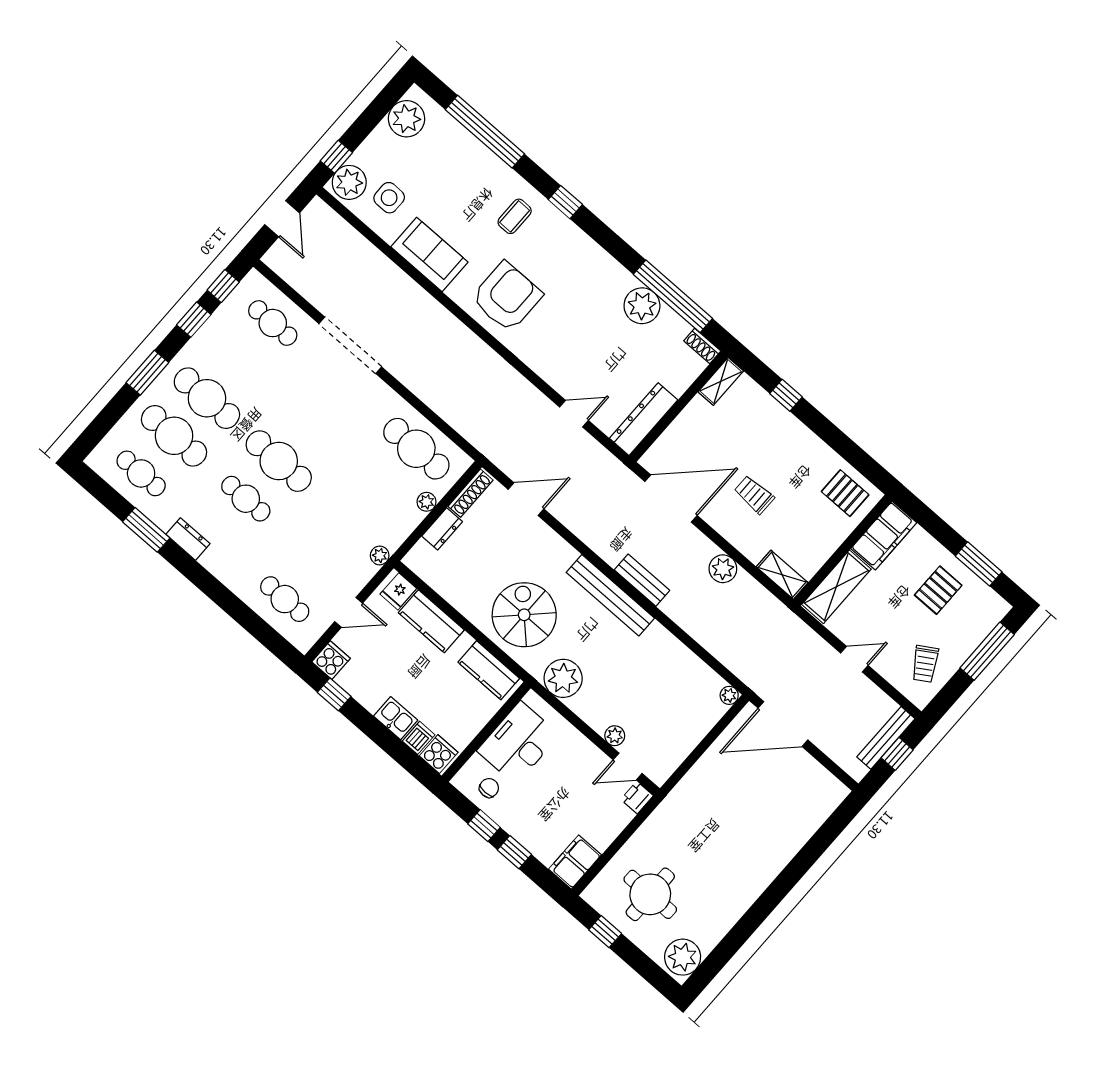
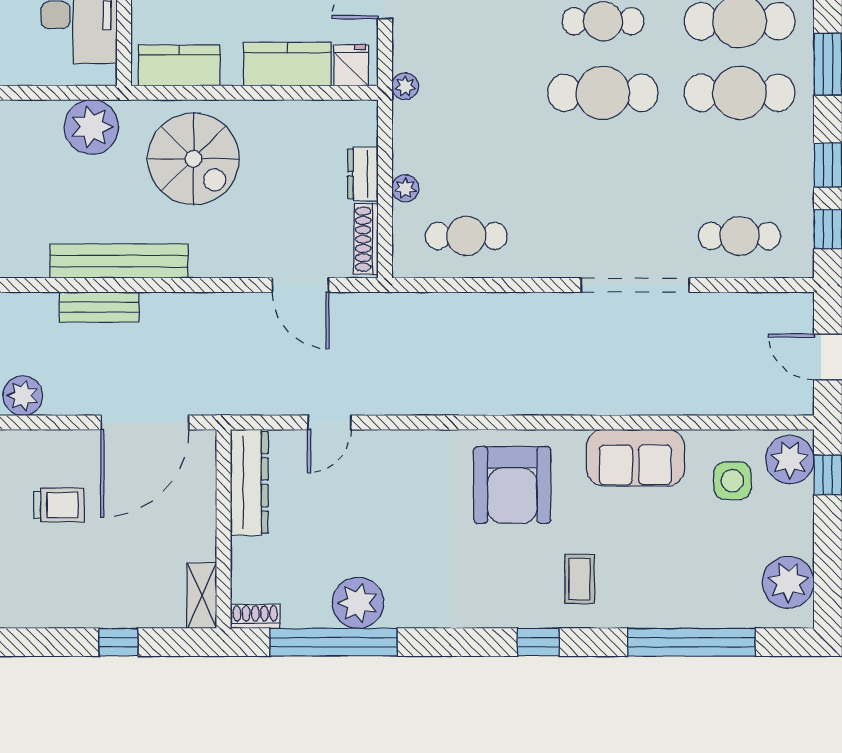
cafe table: (416, 449) -> (466, 236), width x0.73, depth x0.74
door: (526, 499) -> (301, 285), hinge flipped

